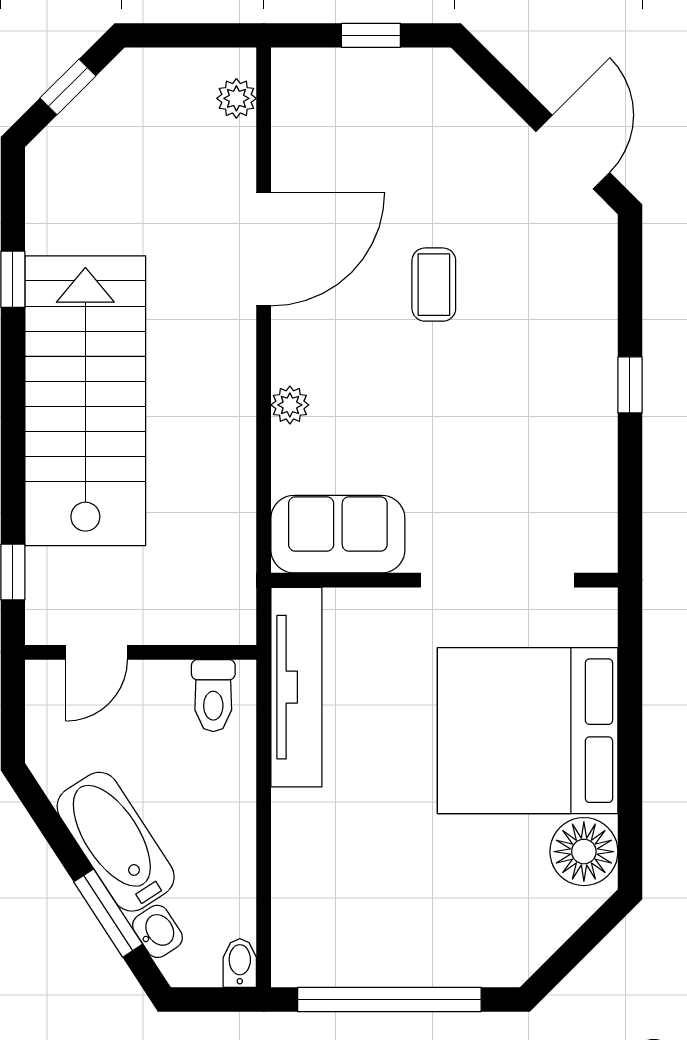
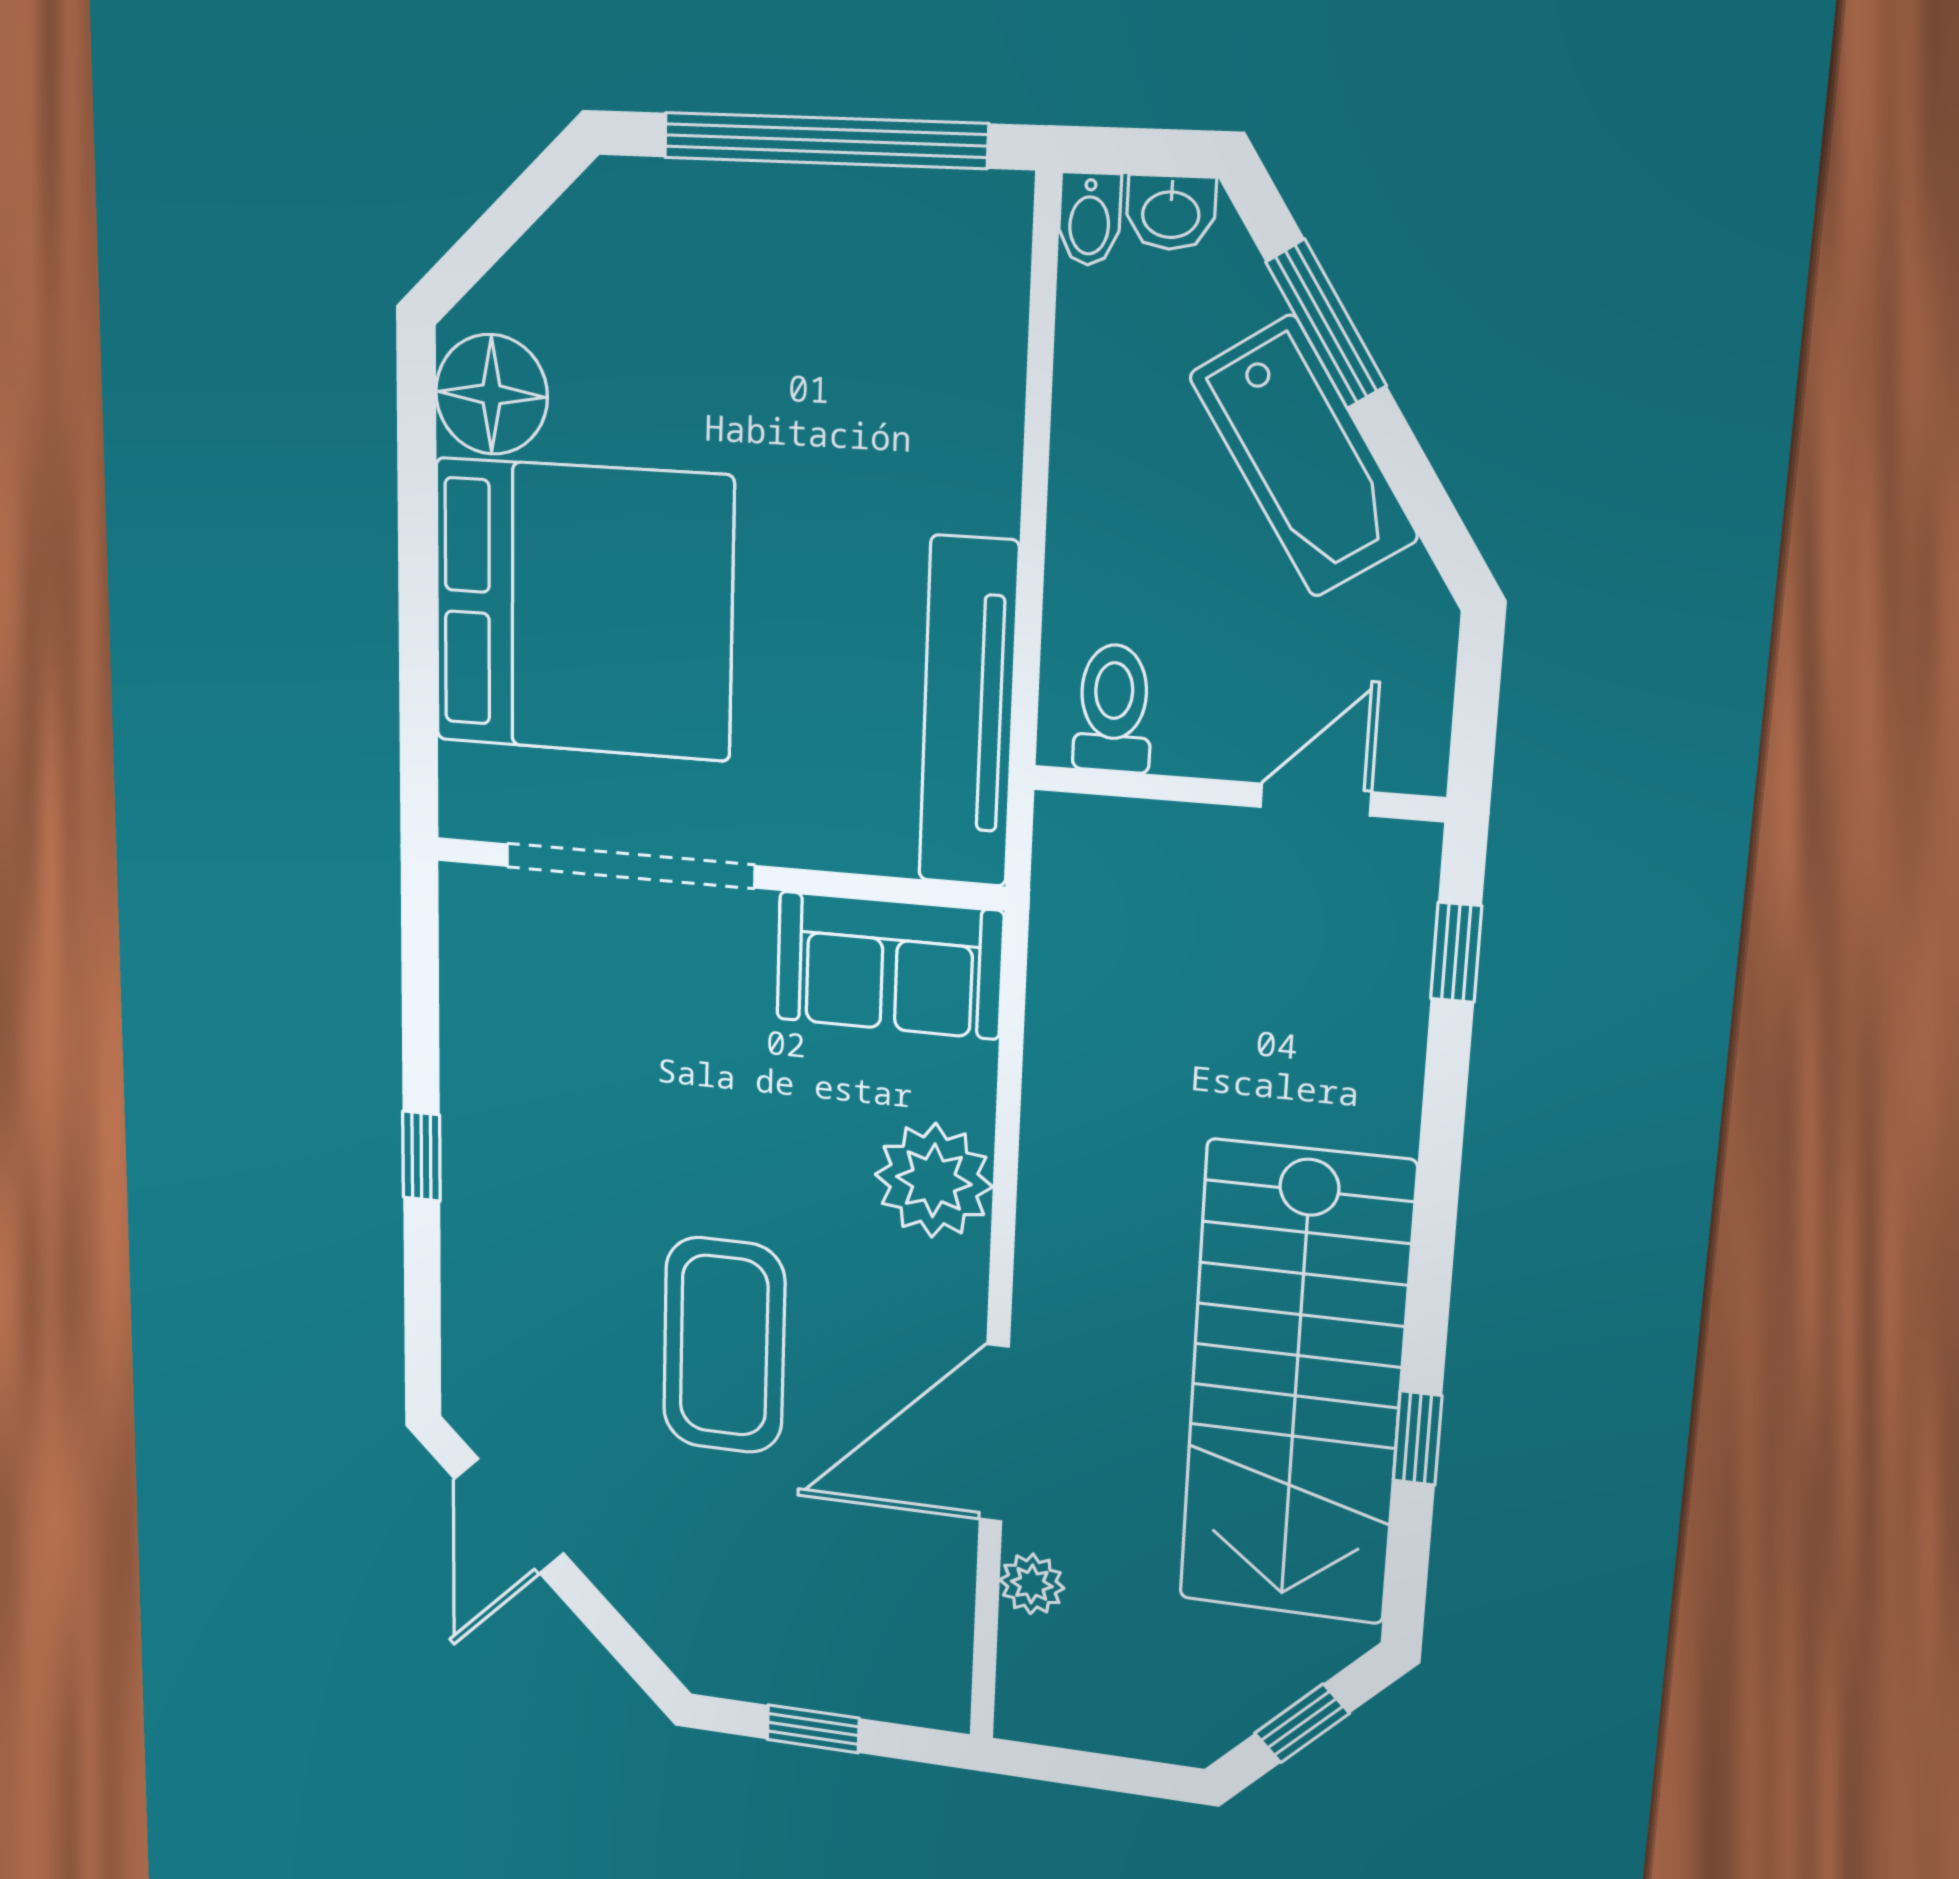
plant: (236, 98) -> (1032, 1584), moved
coffee table: (434, 285) -> (724, 1345), width x1.86, depth x1.72
stairs: (85, 401) -> (1296, 1384), moved
plant: (290, 405) -> (934, 1180), width x1.87, depth x1.87
washbasin: (158, 931) -> (1171, 213), moved, turned -57

